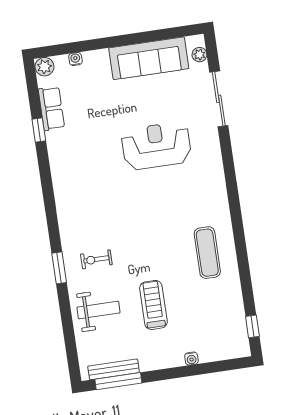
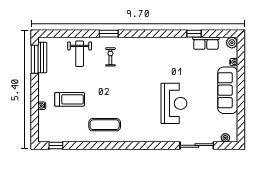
sofa: (149, 58) -> (228, 90), moved
treadmill: (153, 305) -> (70, 99), moved

